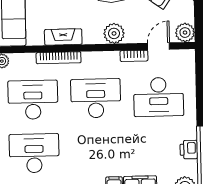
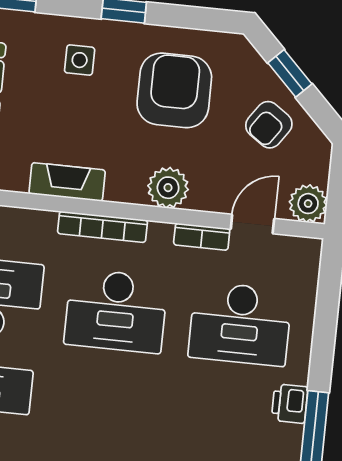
bookcase: (59, 58) -> (103, 227), moved
desk: (96, 98) -> (116, 311), turned 180
printer: (189, 150) -> (290, 404), moved

